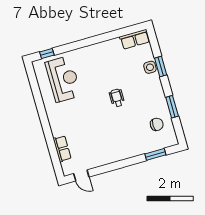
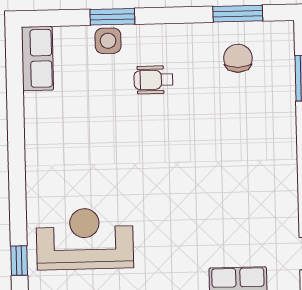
wheelchair: (117, 98) -> (154, 80), moved
window: (172, 107) -> (238, 14), moved

